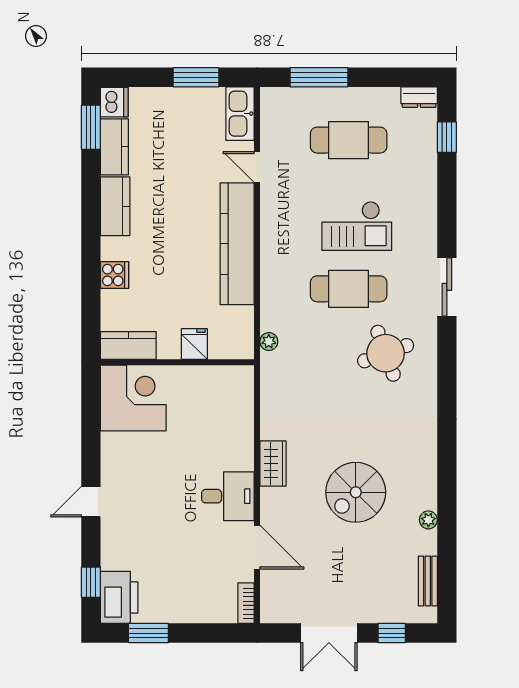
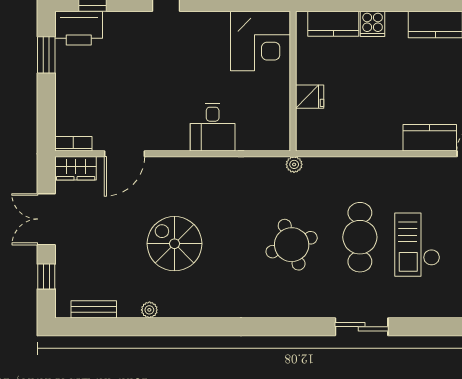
kitchen counter: (237, 244) -> (430, 138), width x0.48, depth x0.86
plant: (269, 342) -> (294, 164), moved
kitchen counter: (128, 345) -> (333, 24), moved, turned 90
round table: (386, 353) -> (292, 245), moved
wardrobe: (273, 464) -> (76, 168), moved
desk: (228, 496) -> (213, 127), moved

